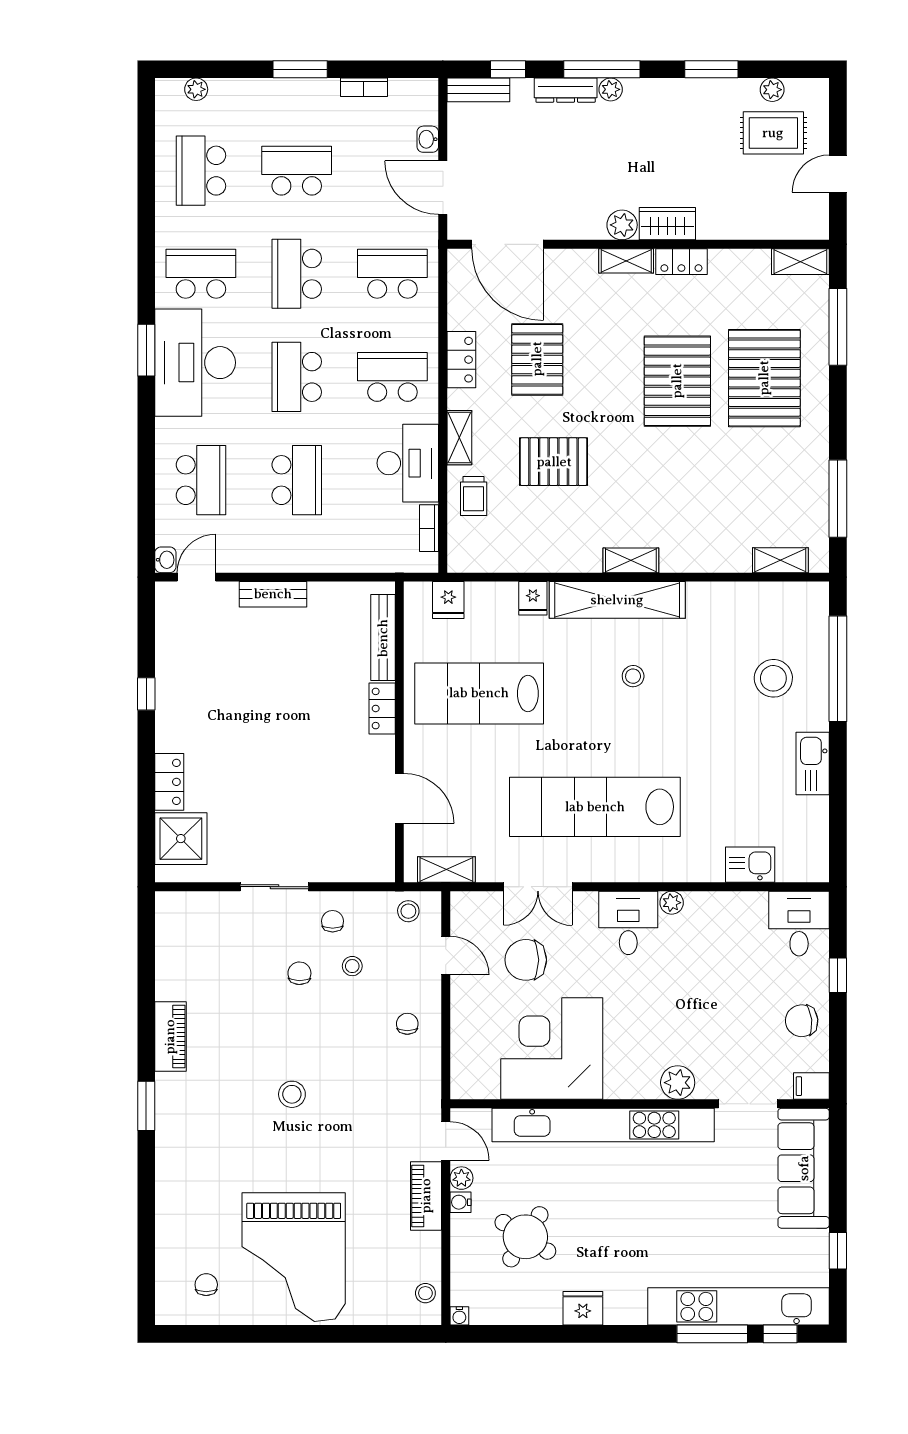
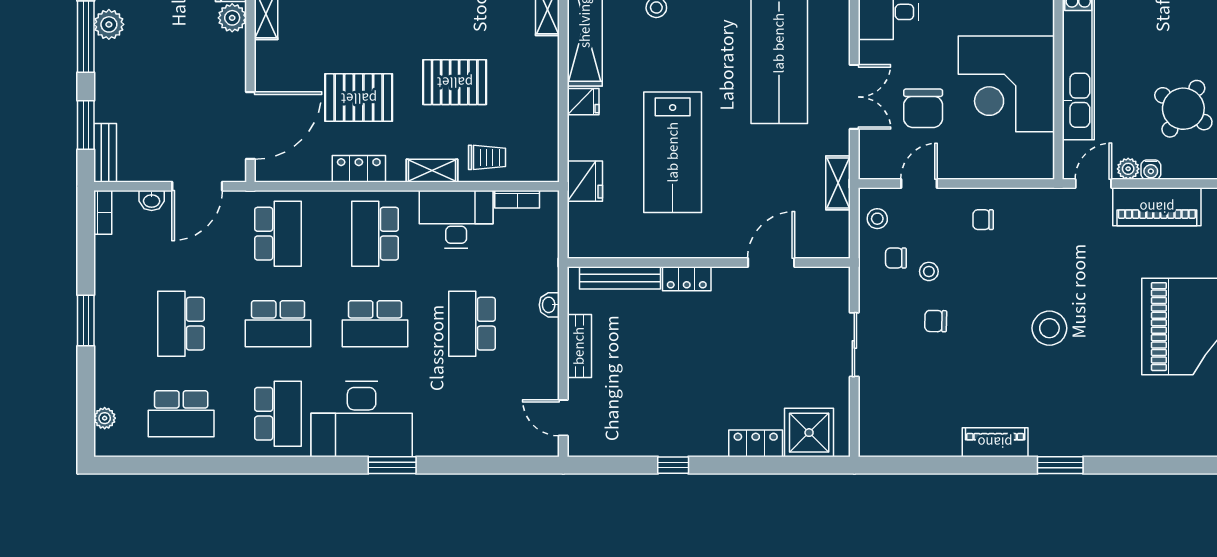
window: (508, 69) -> (86, 125), width x1.50
bookcase: (364, 87) -> (103, 212), moved
plant: (611, 89) -> (109, 24), width x1.38, depth x1.38
dresser: (566, 90) -> (105, 71), removed
school desk: (201, 274) -> (278, 414), turned 180
school desk: (392, 274) -> (278, 234), turned 180
window: (146, 350) -> (392, 465), moved
pallet: (554, 462) -> (455, 82), turned 90
school desk: (201, 480) -> (472, 414), removed
school desk: (297, 480) -> (472, 324), turned -90
washbasin: (165, 560) -> (549, 305), moved, turned -90
fridge: (448, 600) -> (585, 181), width x1.38
bench: (383, 638) -> (620, 278), moved
locker: (382, 708) -> (687, 279), moved
wall: (399, 732) -> (709, 262), moved
door: (399, 798) -> (771, 262), moved
chair: (333, 921) -> (896, 258), moved
stool: (292, 1094) -> (1049, 328), width x1.38, depth x1.38
piano: (426, 1196) -> (1157, 207), width x1.37, depth x1.33

